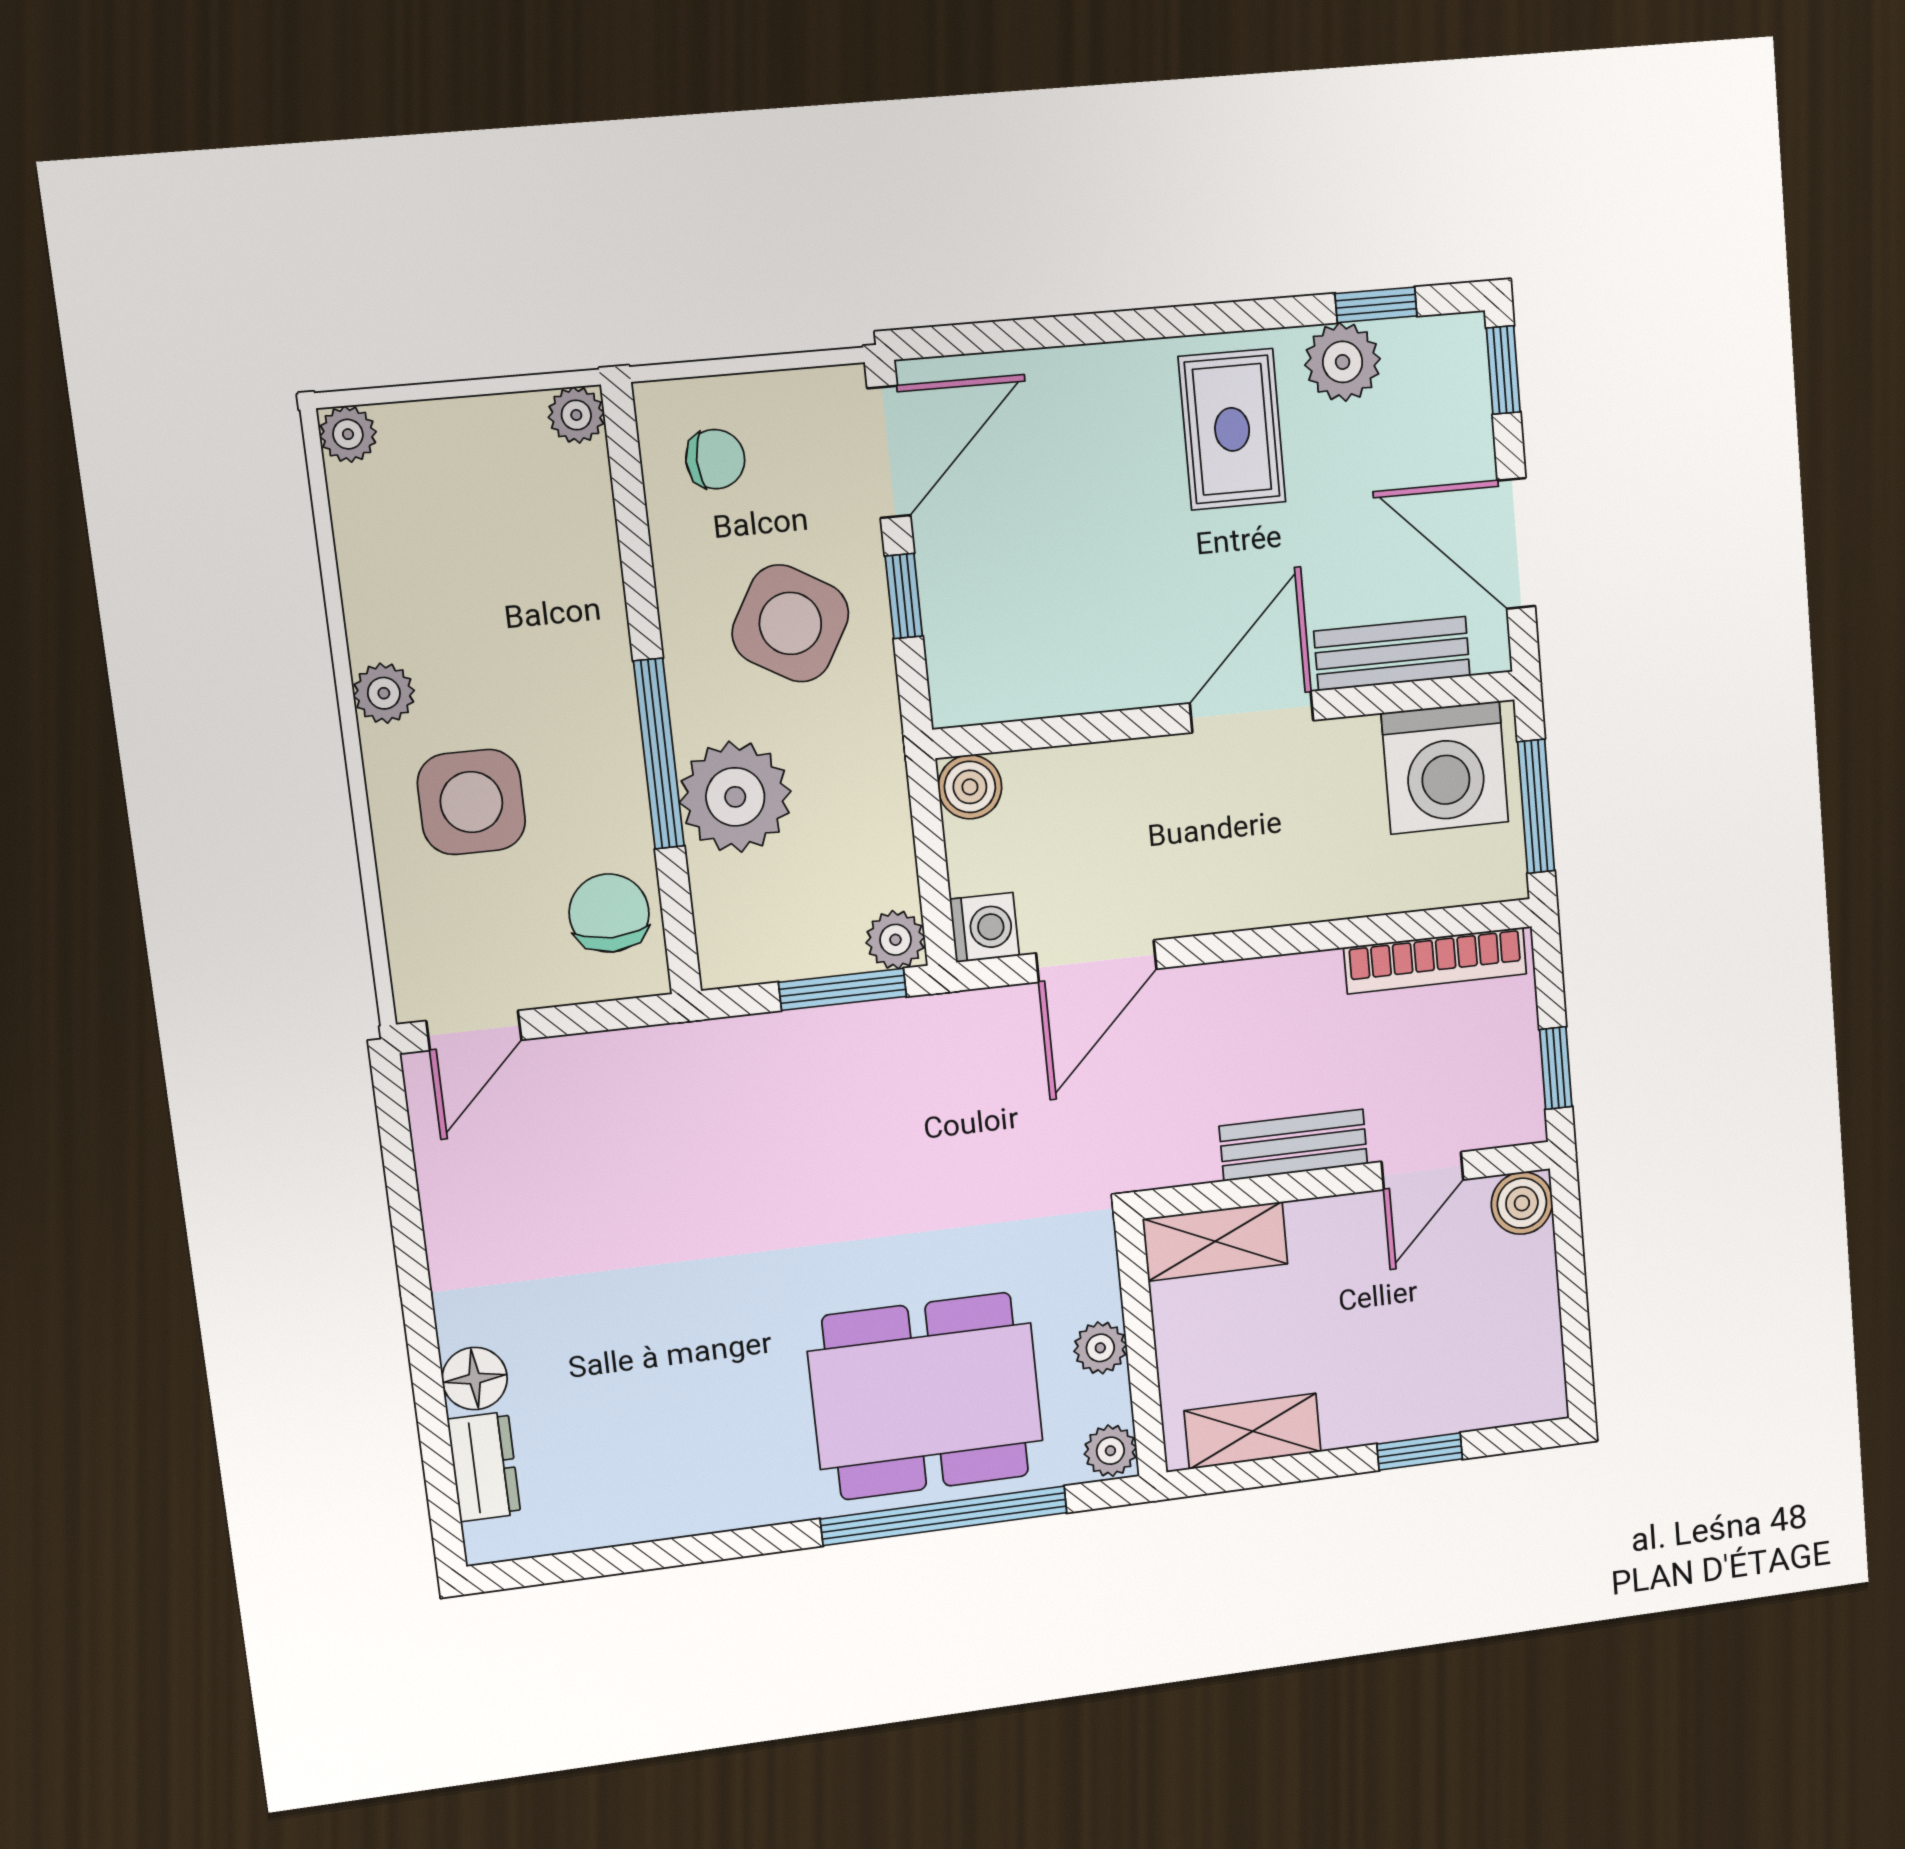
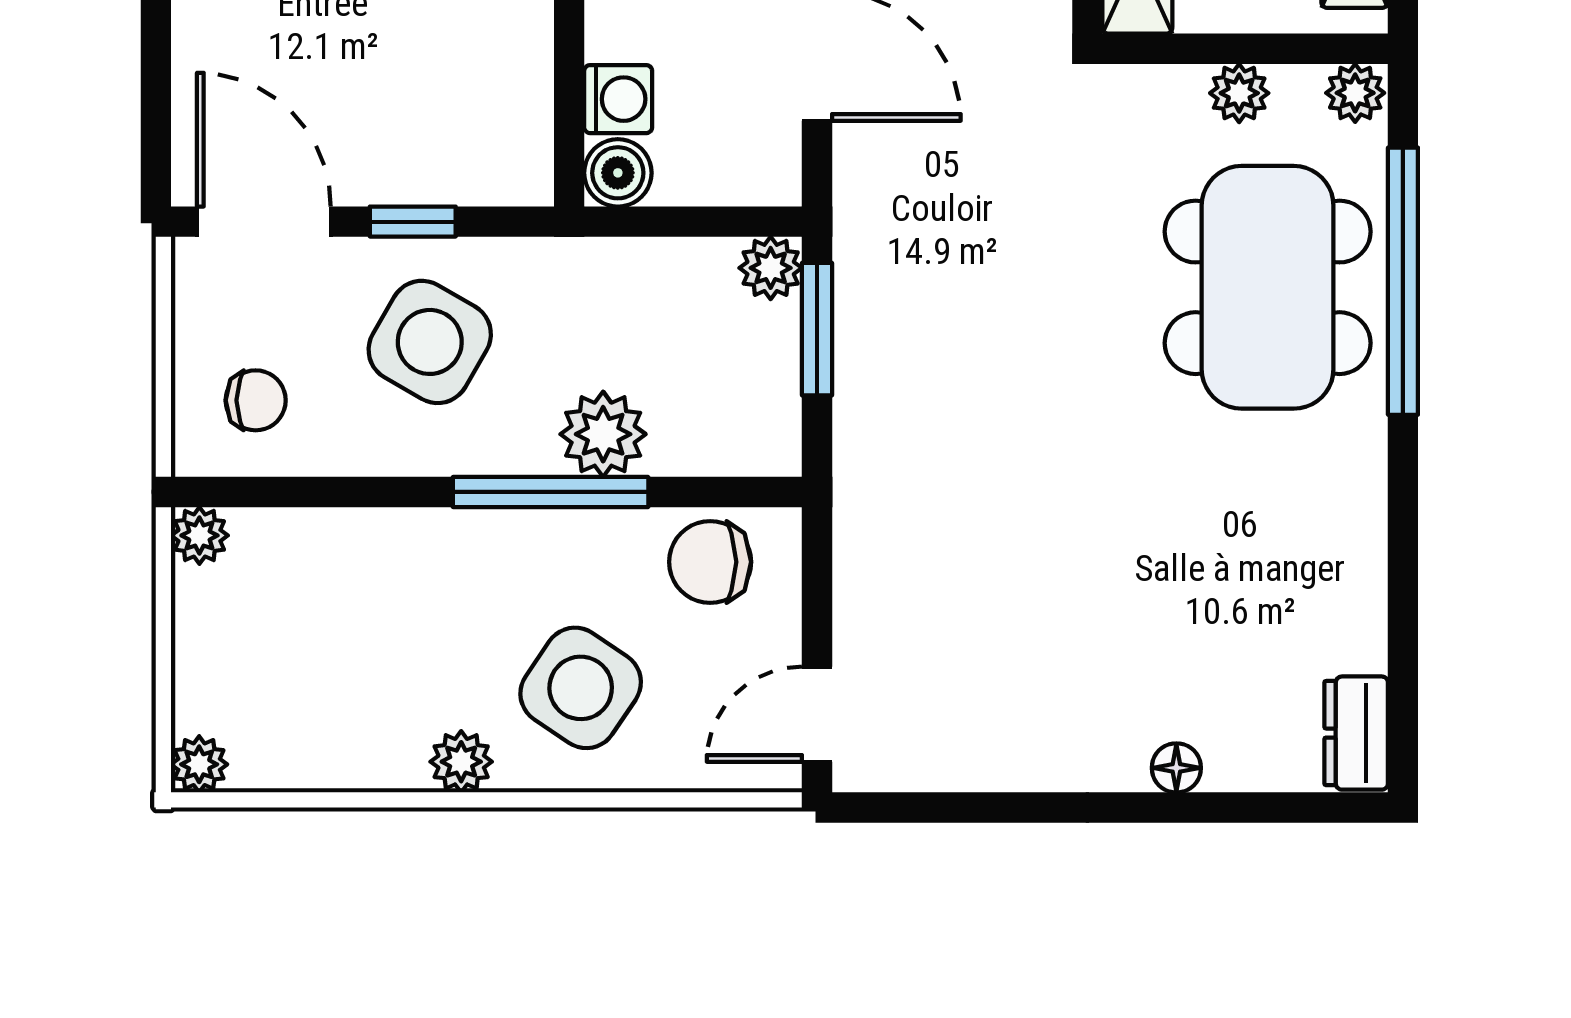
chair: (715, 459) -> (256, 400), turned 90
plant: (735, 797) -> (603, 434), width x0.73, depth x0.73
side table: (471, 802) -> (581, 688), turned 34
washing machine: (984, 928) -> (618, 99), moved, turned 90
door: (474, 1030) -> (817, 714), swing flipped
floor lamp: (475, 1379) -> (1176, 768), width x0.73, depth x0.73
dresser: (484, 1467) -> (1356, 733), moved, turned -90

